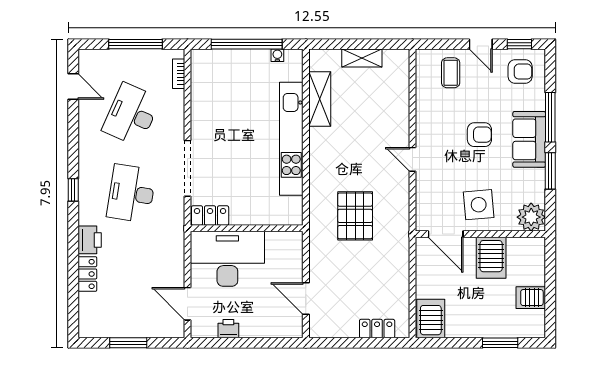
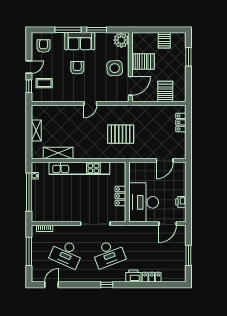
window: (519, 44) -> (29, 86), moved
desk: (131, 193) -> (109, 254), turned -30
locker: (210, 216) -> (120, 196), moved
server rack: (431, 318) -> (165, 92), moved, turned 90

